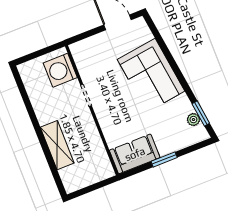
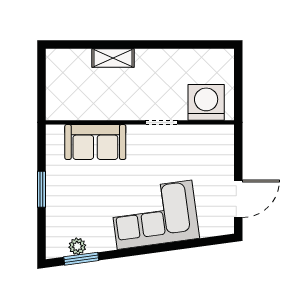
shelving: (57, 145) -> (113, 58), width x0.67, depth x0.75
sofa: (135, 154) -> (95, 142), moved, turned 90

